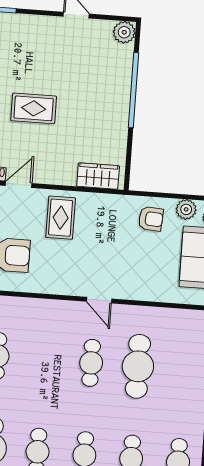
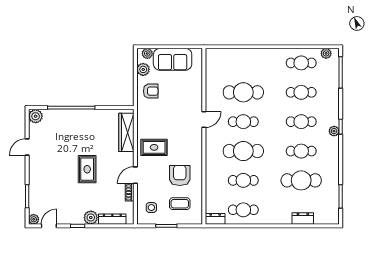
wardrobe: (98, 176) -> (126, 132), width x1.50
door: (19, 184) -> (135, 175), hinge flipped
armchair: (151, 219) -> (151, 91), turned 86
cafe table: (44, 359) -> (243, 151), added

